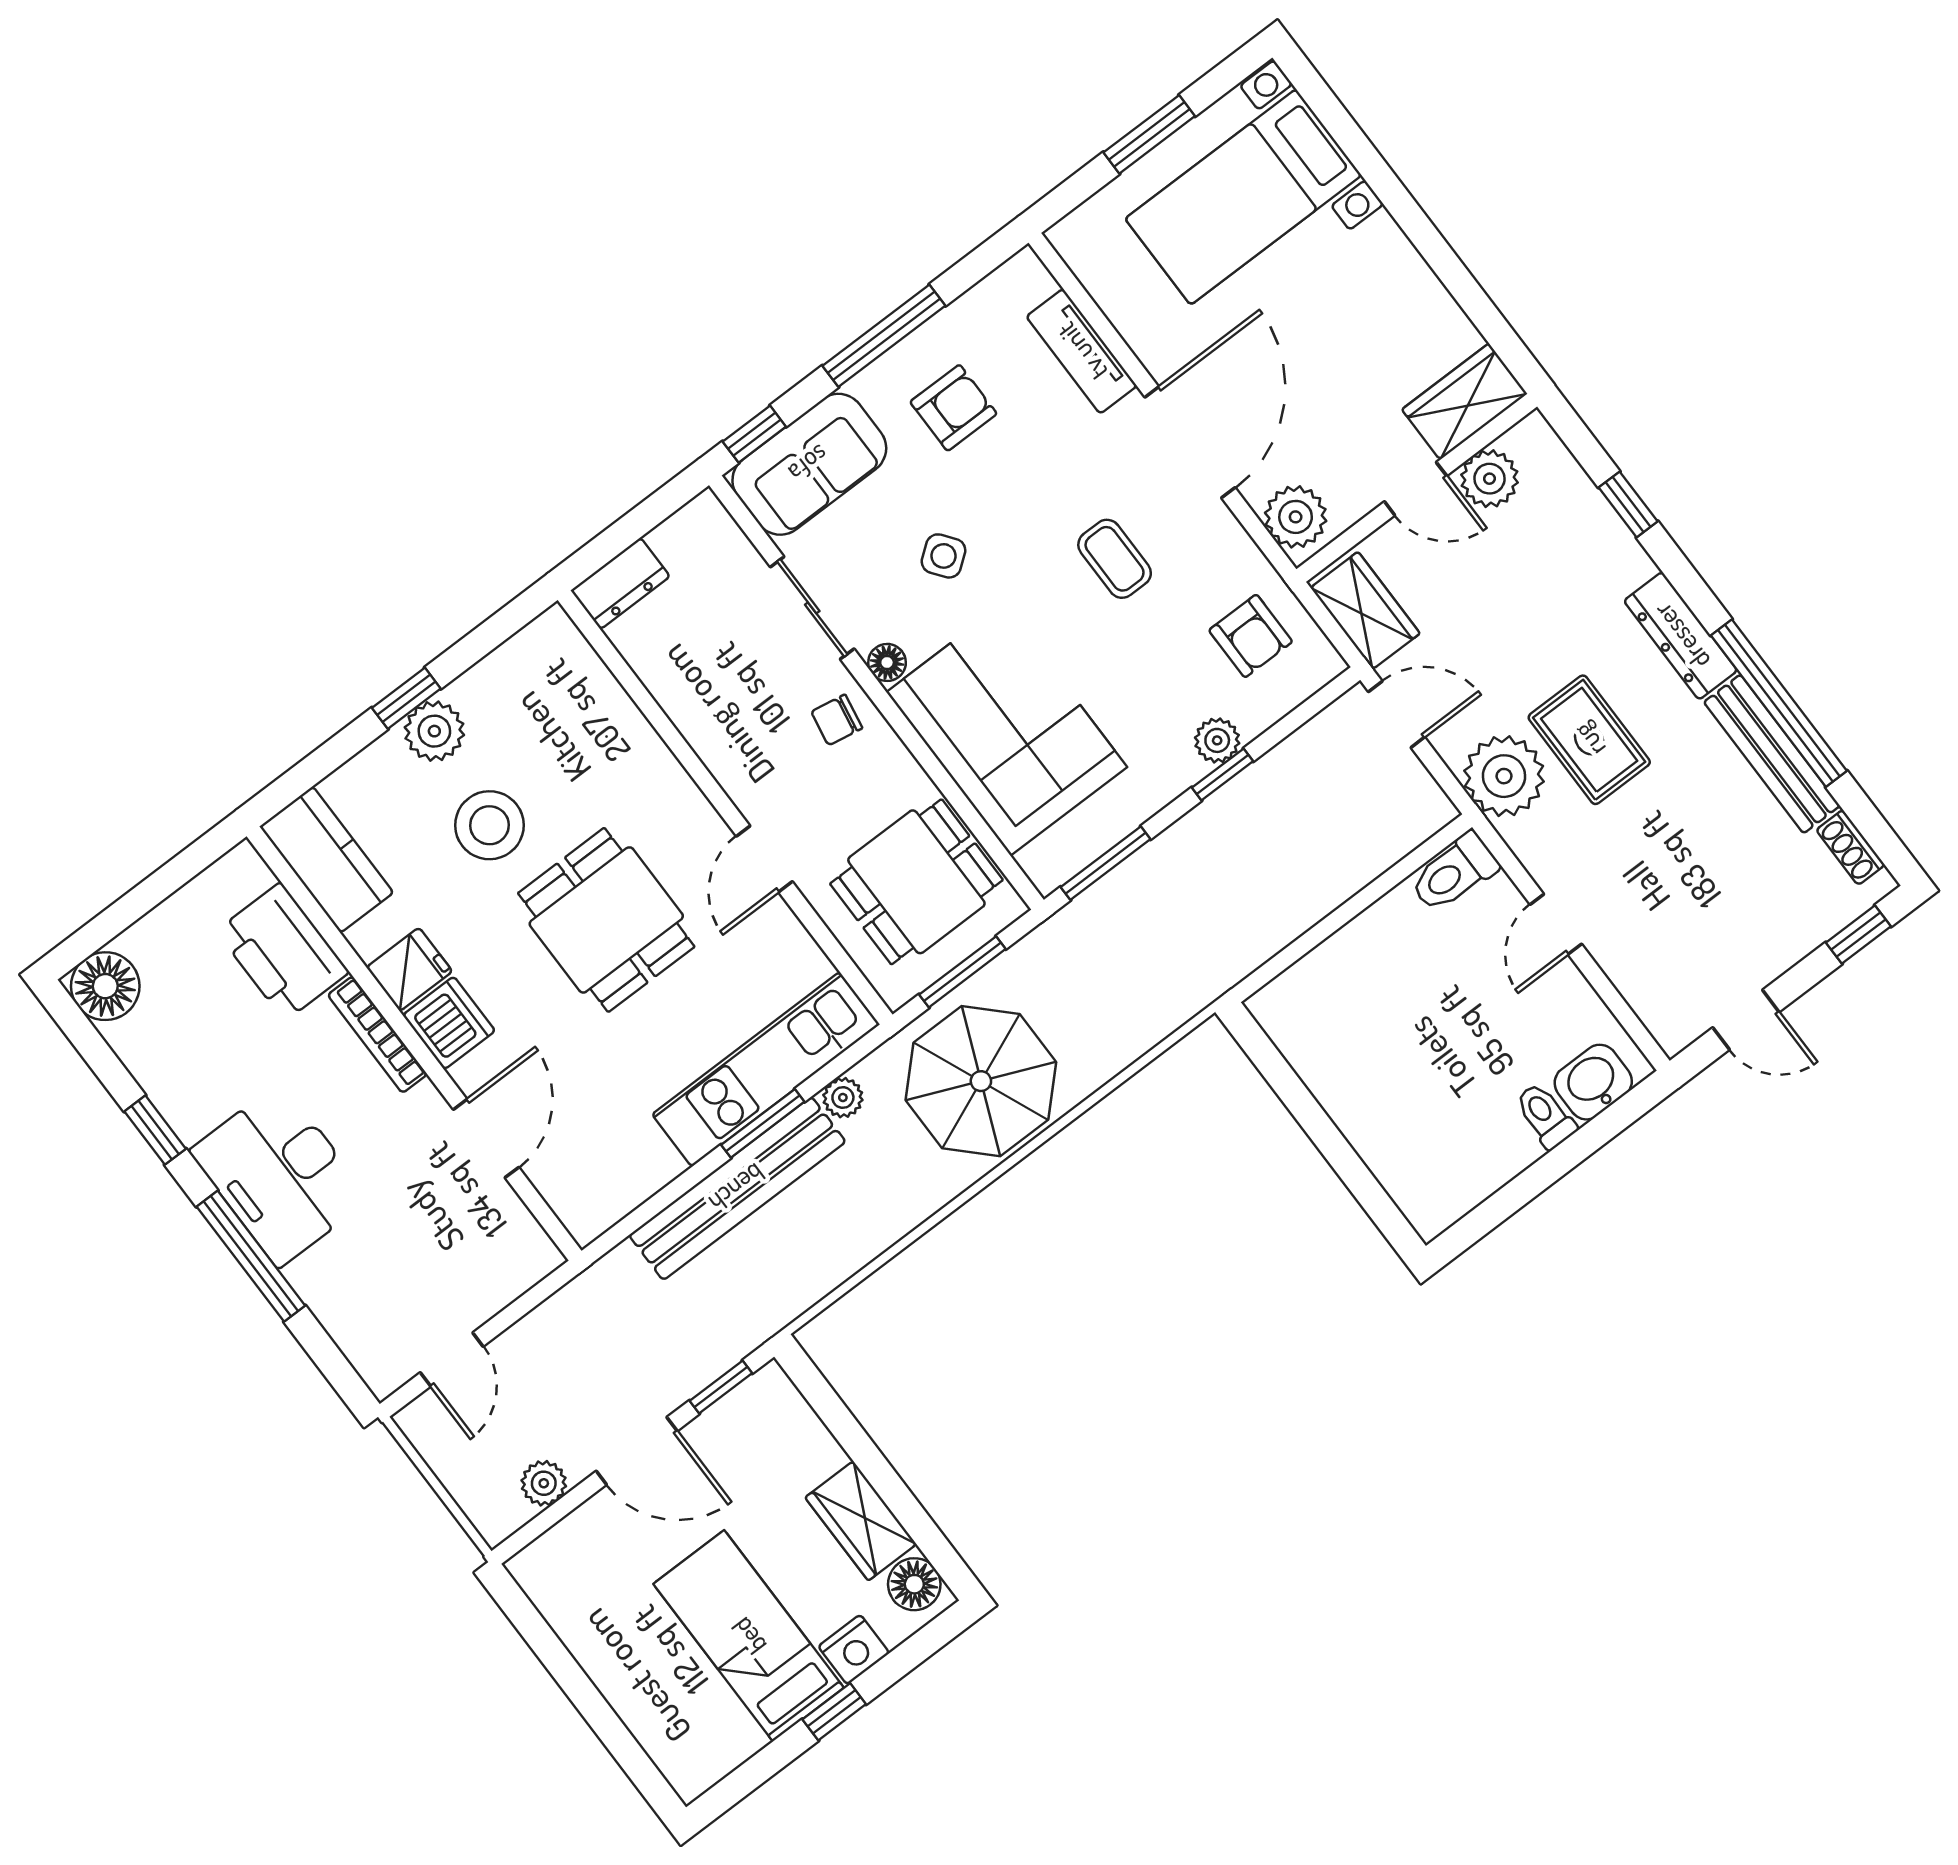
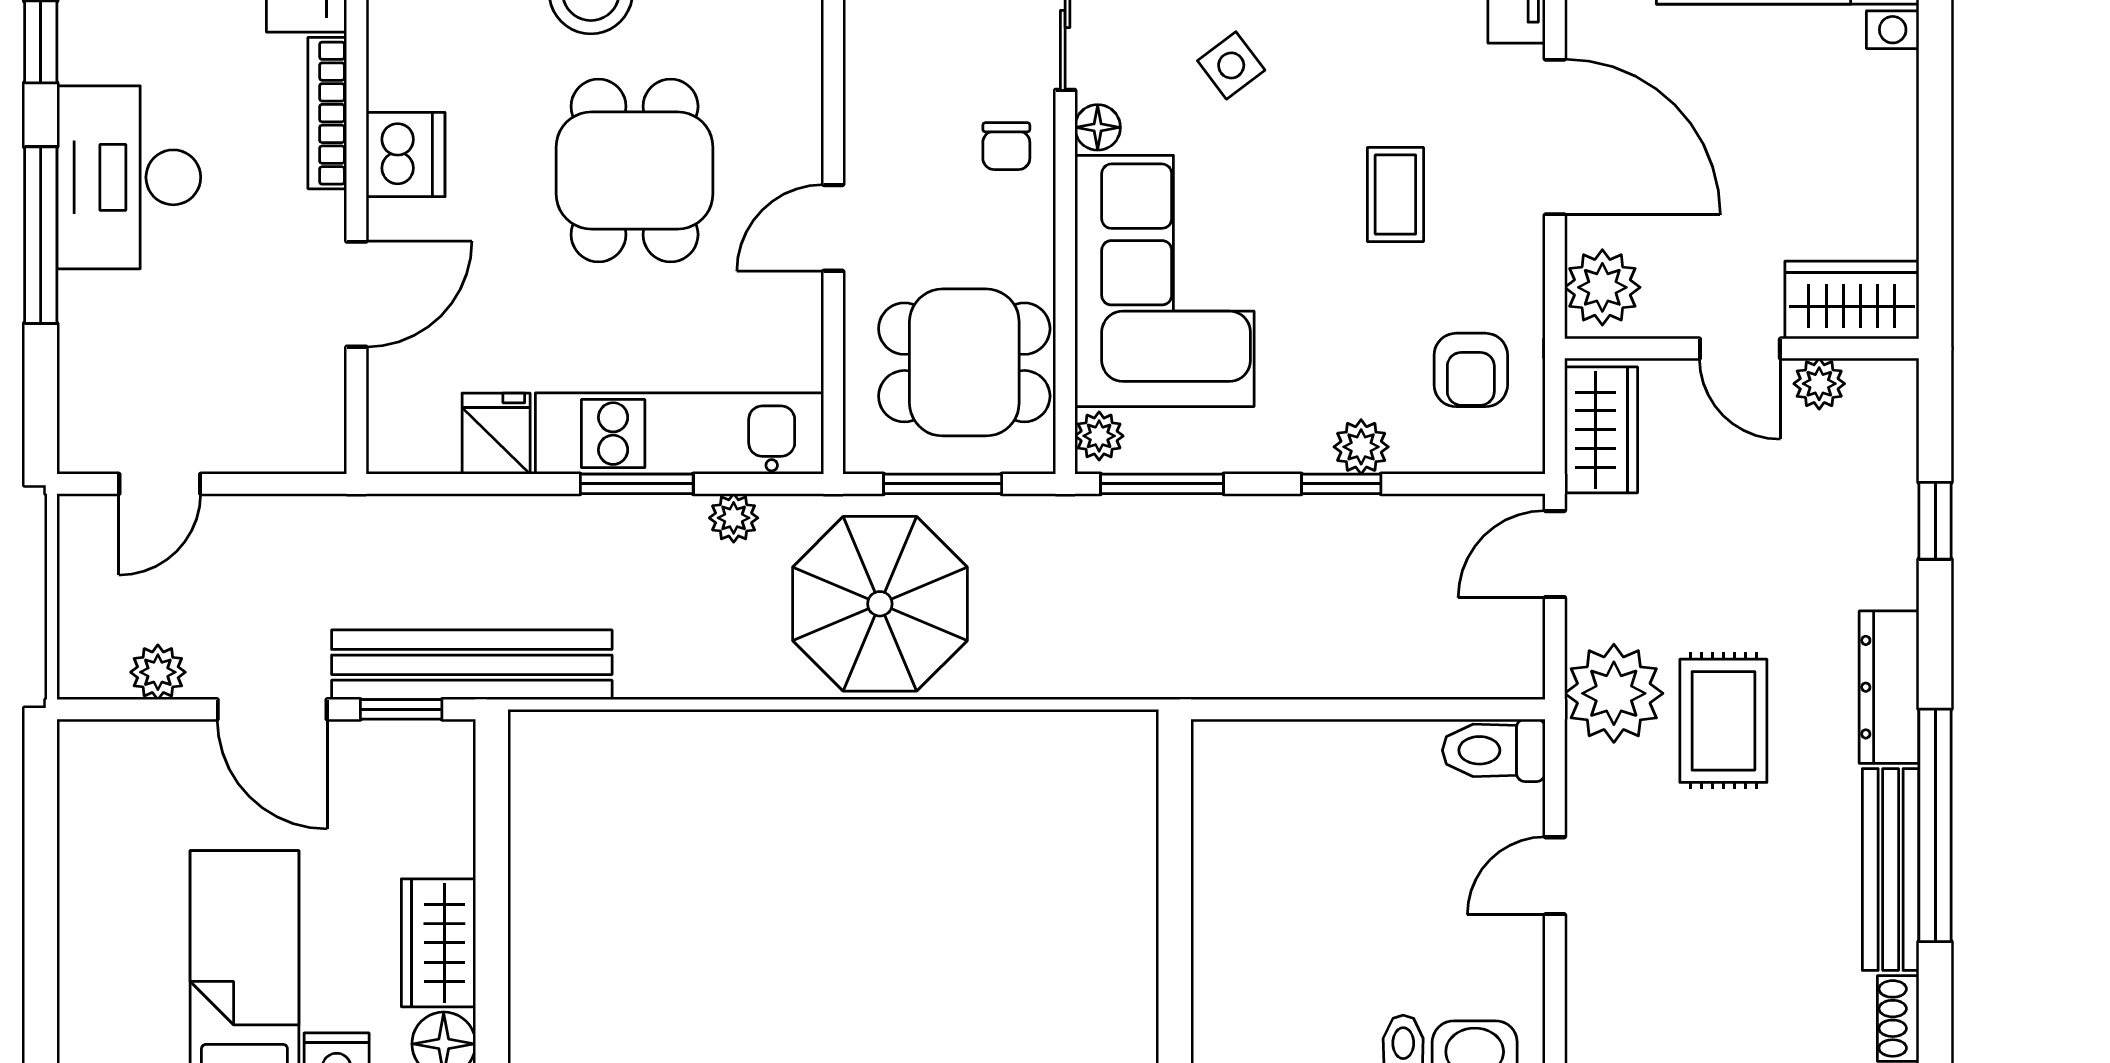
door: (1190, 442) -> (1555, 137), hinge flipped
plant: (1489, 479) -> (1819, 384), width x0.73, depth x0.73
door: (1397, 714) -> (1555, 554), swing flipped
chair: (837, 720) -> (1006, 146), turned -100
plant: (1041, 863) -> (1099, 436), added
fridge: (409, 969) -> (496, 434), moved, turned -90
bench: (737, 1188) -> (472, 665), moved

